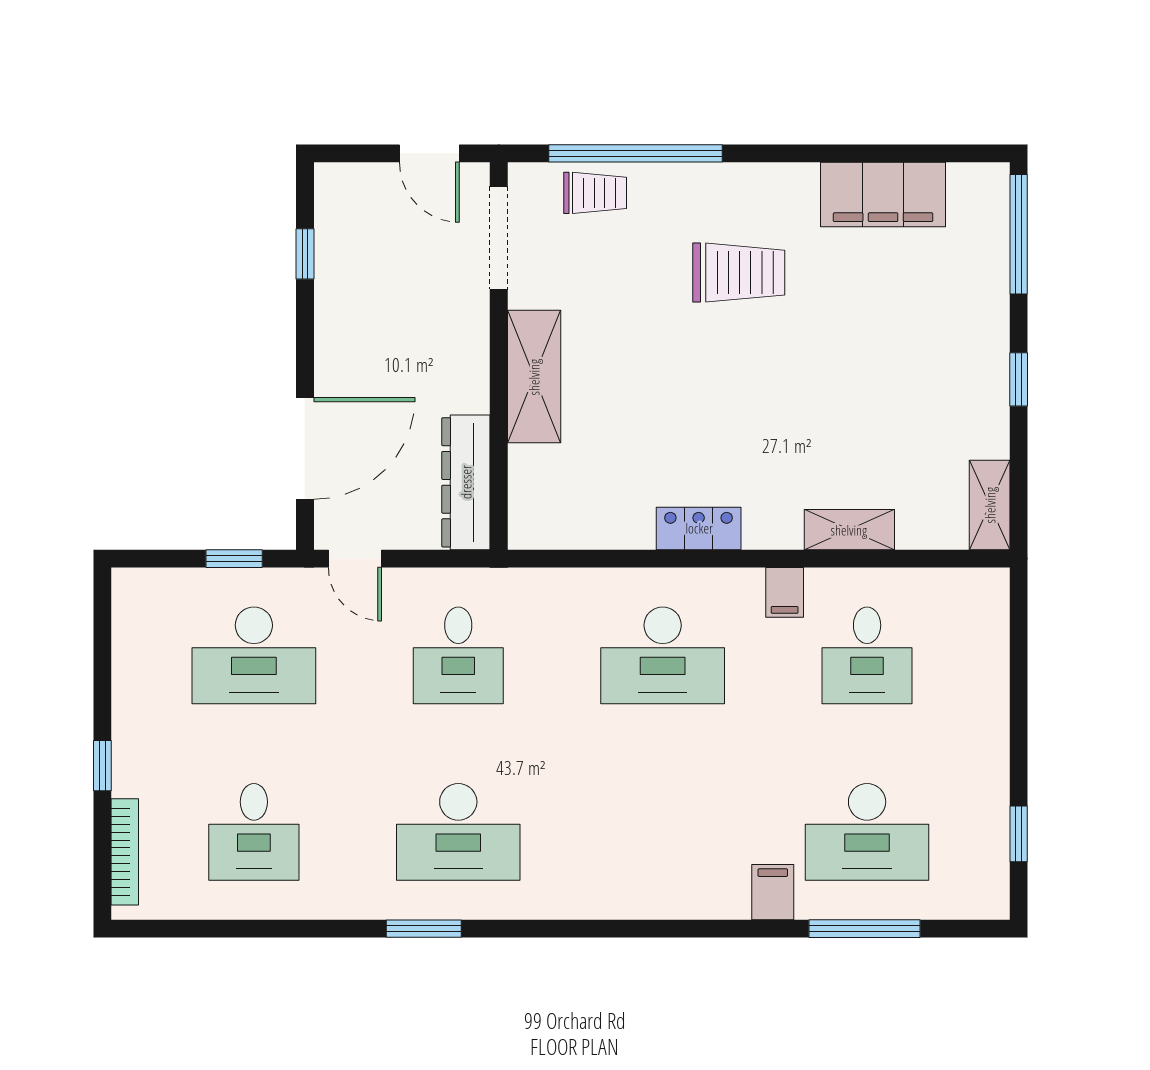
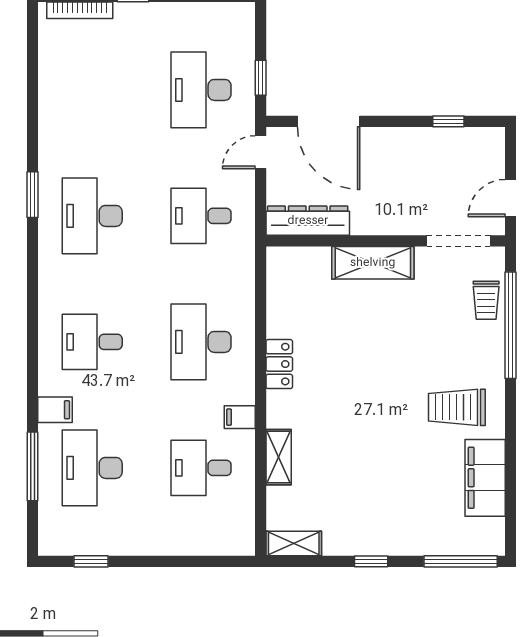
trolley: (739, 273) -> (457, 407), moved, turned 90
desk: (254, 832) -> (92, 342), moved

